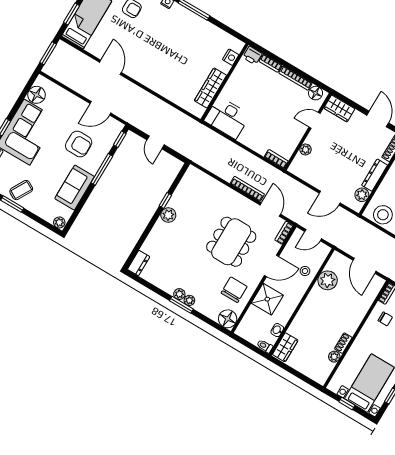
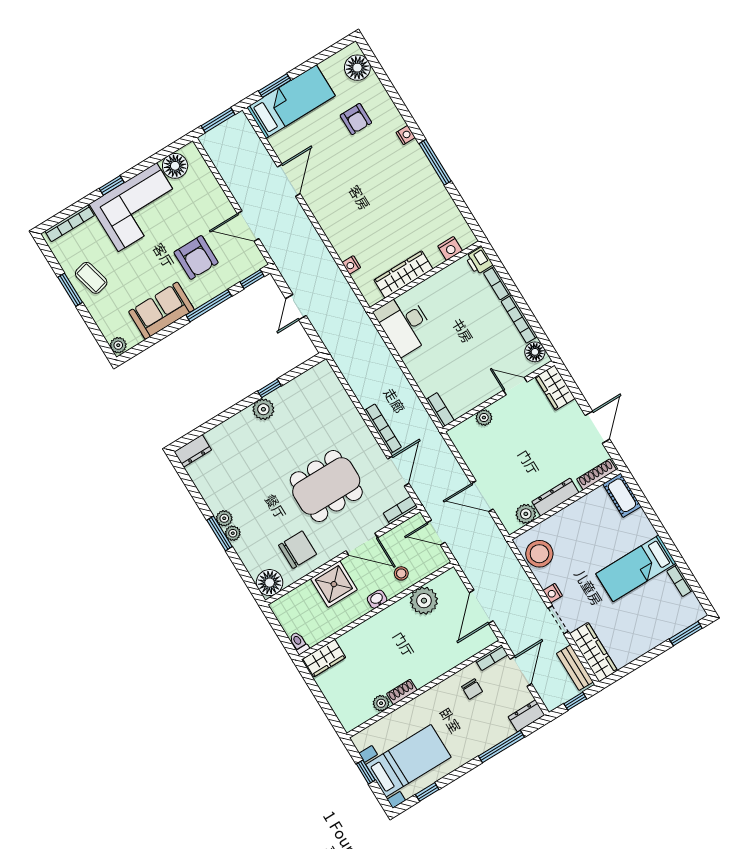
nightstand: (176, 99) -> (351, 265), added
coffee table: (21, 190) -> (91, 278), turned 47
washbasin: (277, 330) -> (377, 599), moved

